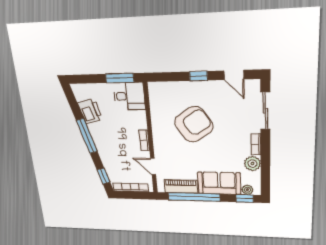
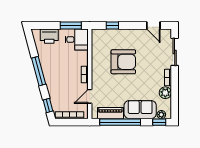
window: (199, 76) -> (112, 26), moved
printer: (90, 111) -> (49, 36), moved, turned 105
armchair: (194, 124) -> (123, 62), turned 34
door: (153, 166) -> (90, 96), hinge flipped

